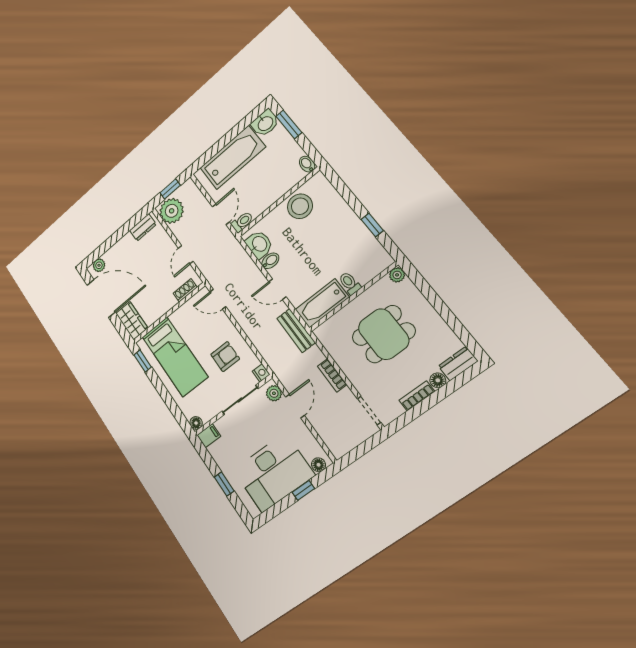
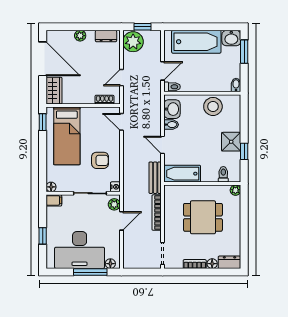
shower: (349, 226) -> (231, 142), added
plant: (99, 265) -> (80, 36), moved
toilet: (350, 283) -> (223, 174), moved
bookcase: (332, 375) -> (157, 213), width x1.56
window: (303, 490) -> (90, 272), width x2.17

